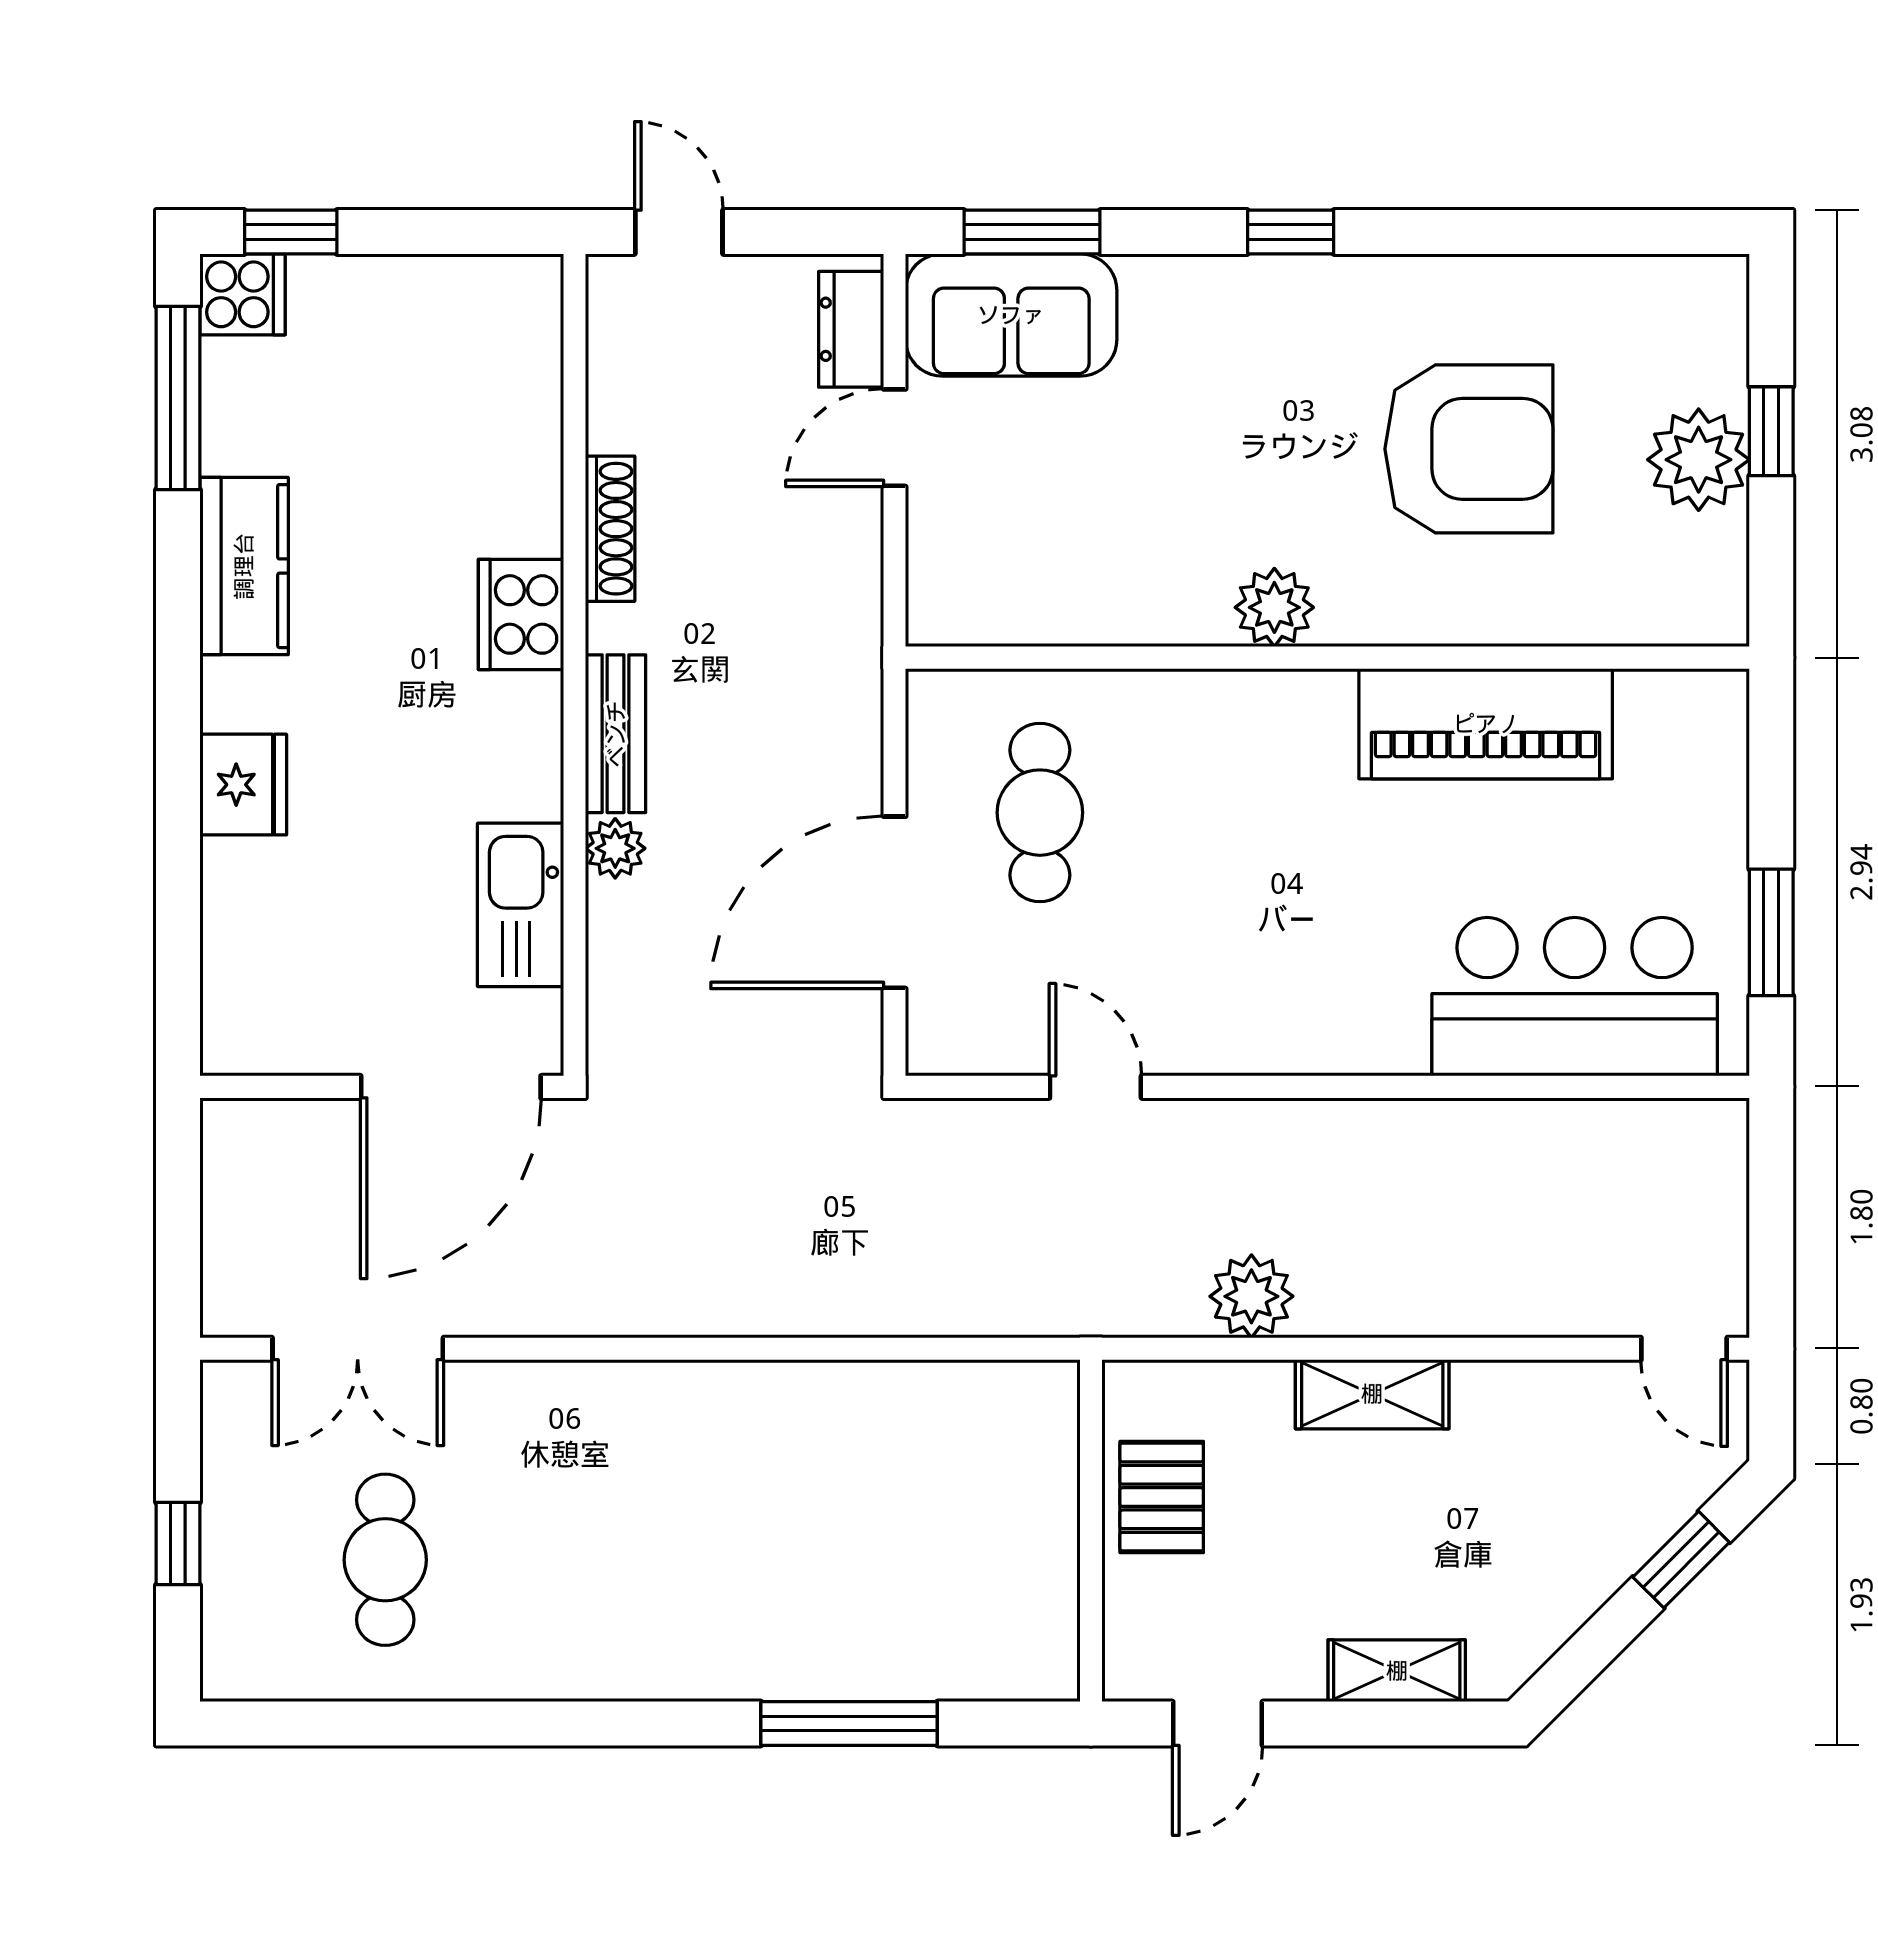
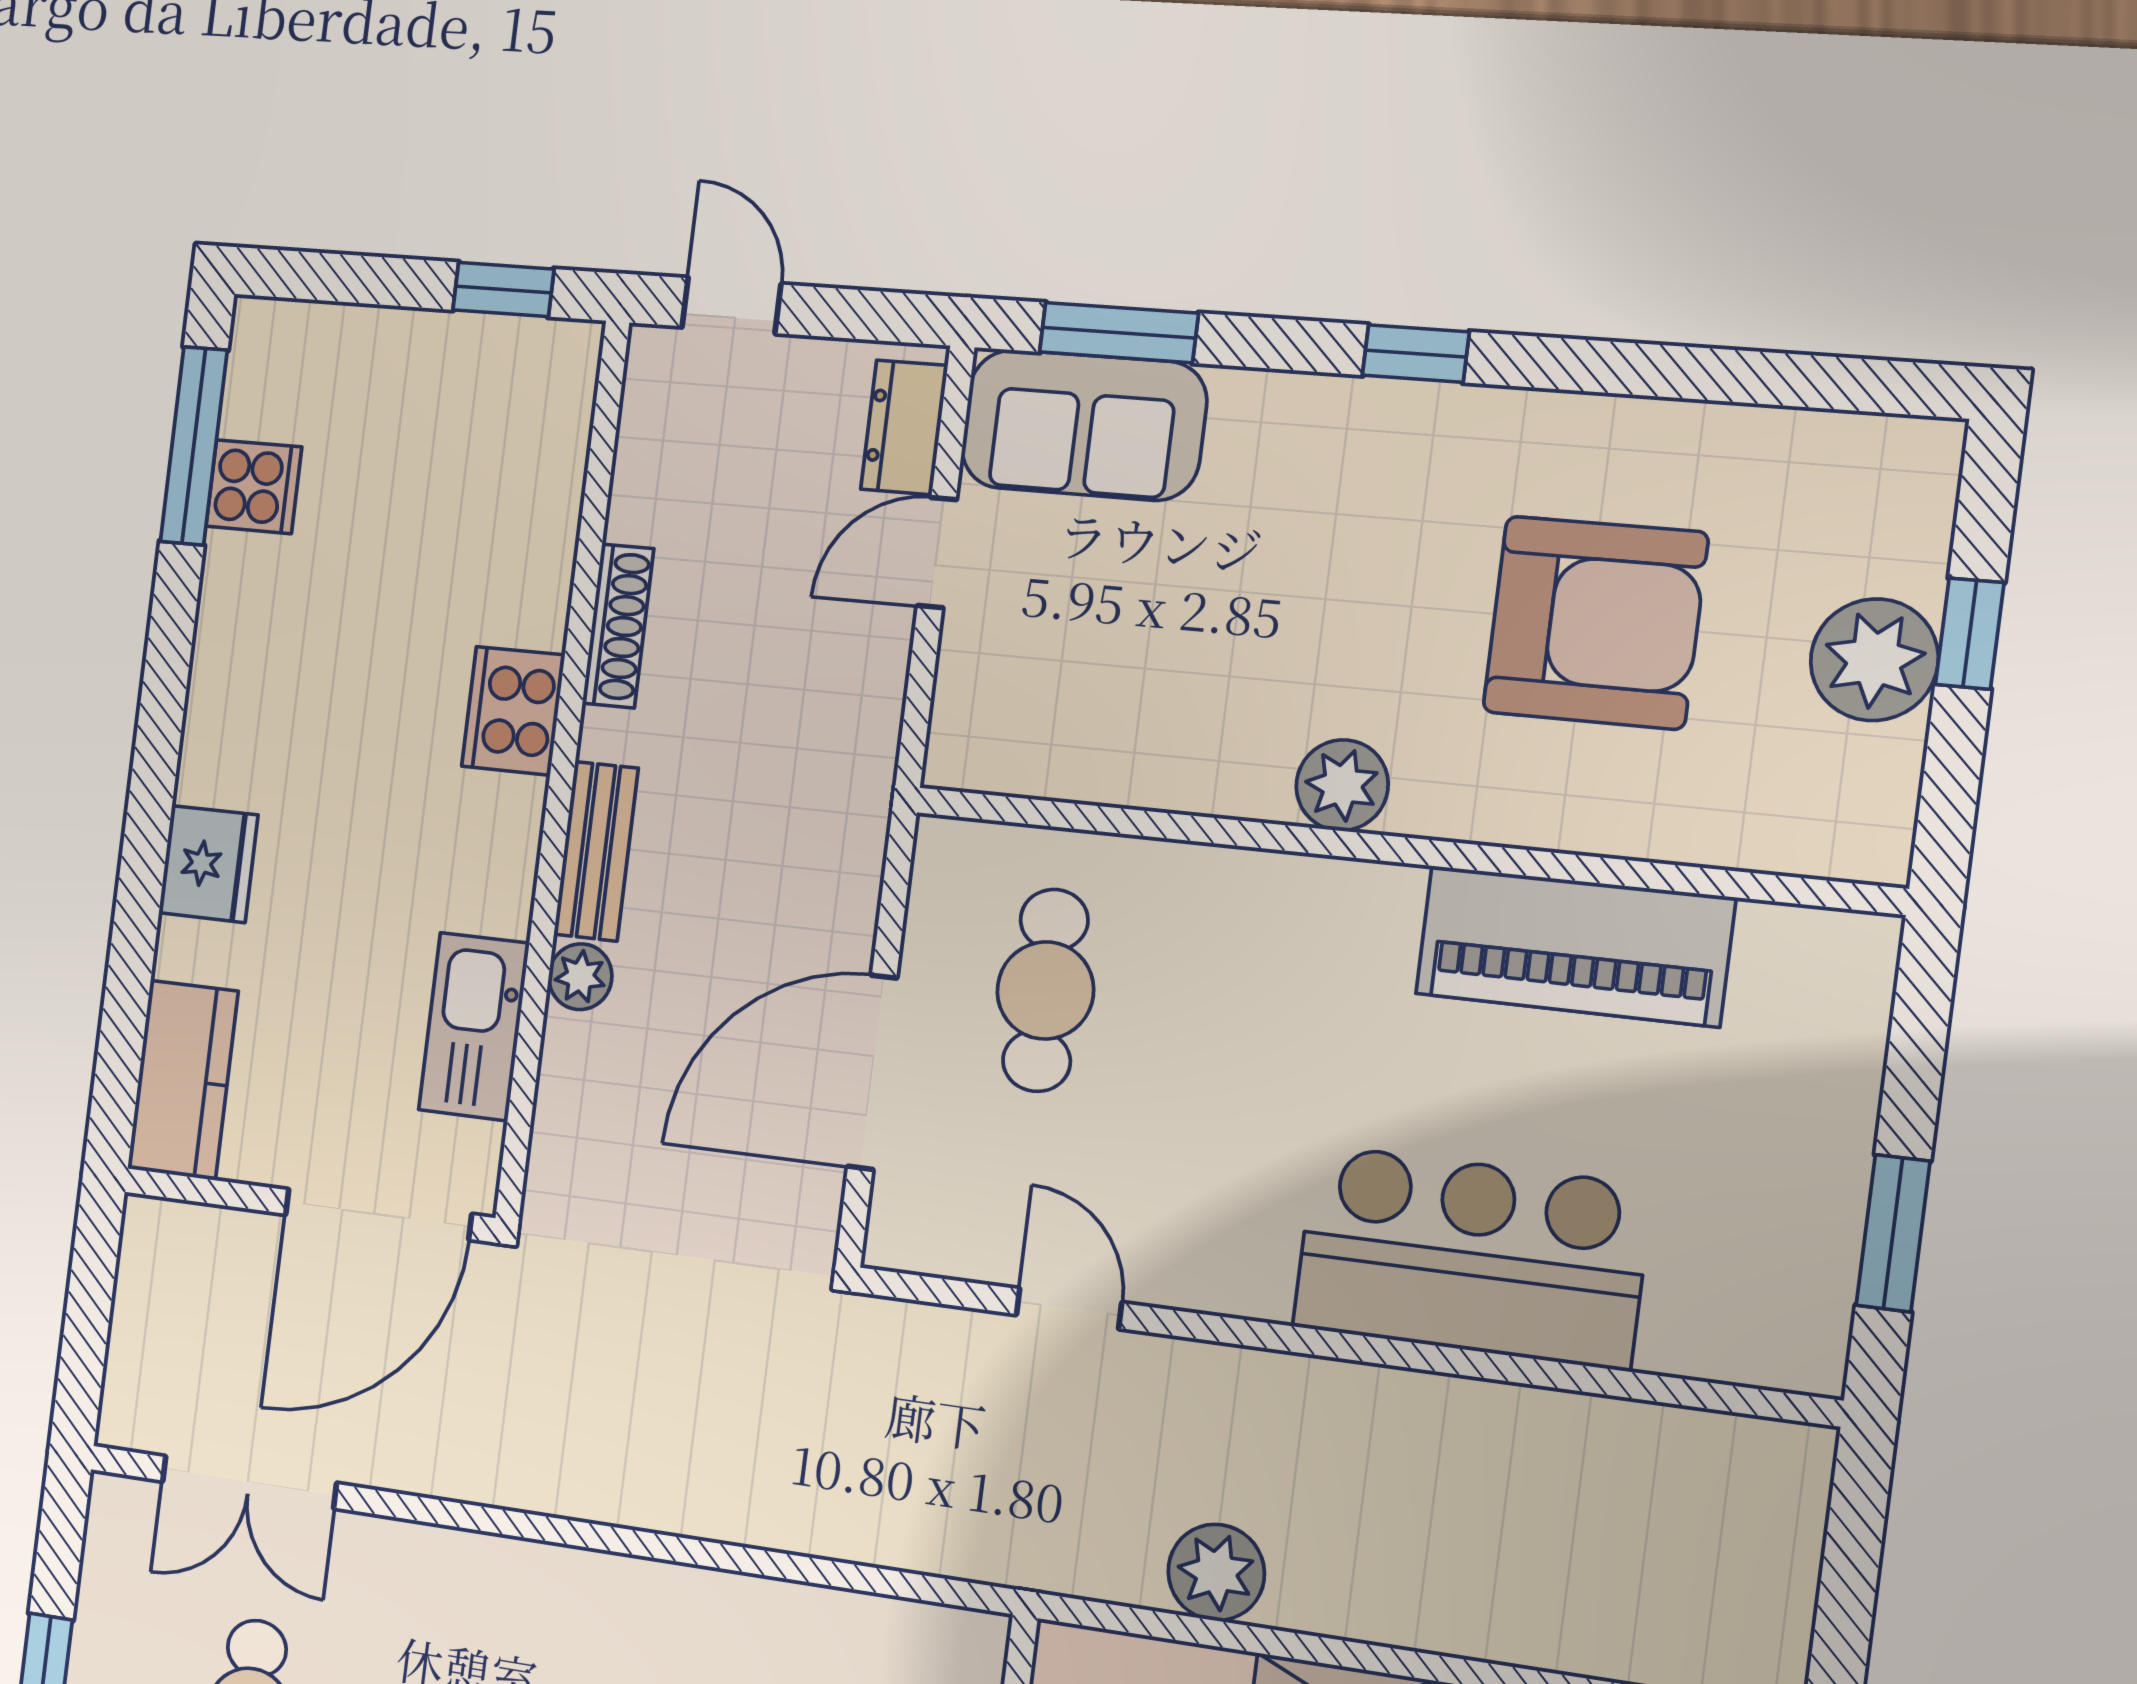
window: (291, 232) -> (503, 289), moved
cooker: (243, 294) -> (254, 487), moved
kitchen counter: (244, 566) -> (183, 1080), moved
bar counter: (1575, 997) -> (1471, 1257), moved

